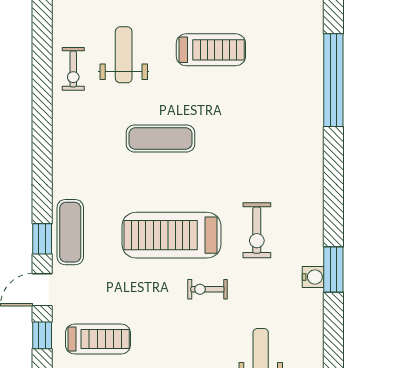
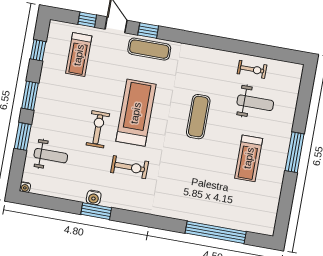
exercise bike: (73, 69) -> (252, 69), turned 180
exercise bike: (257, 230) -> (130, 167), turned 180
exercise bike: (207, 289) -> (98, 129), width x1.38, depth x1.39

